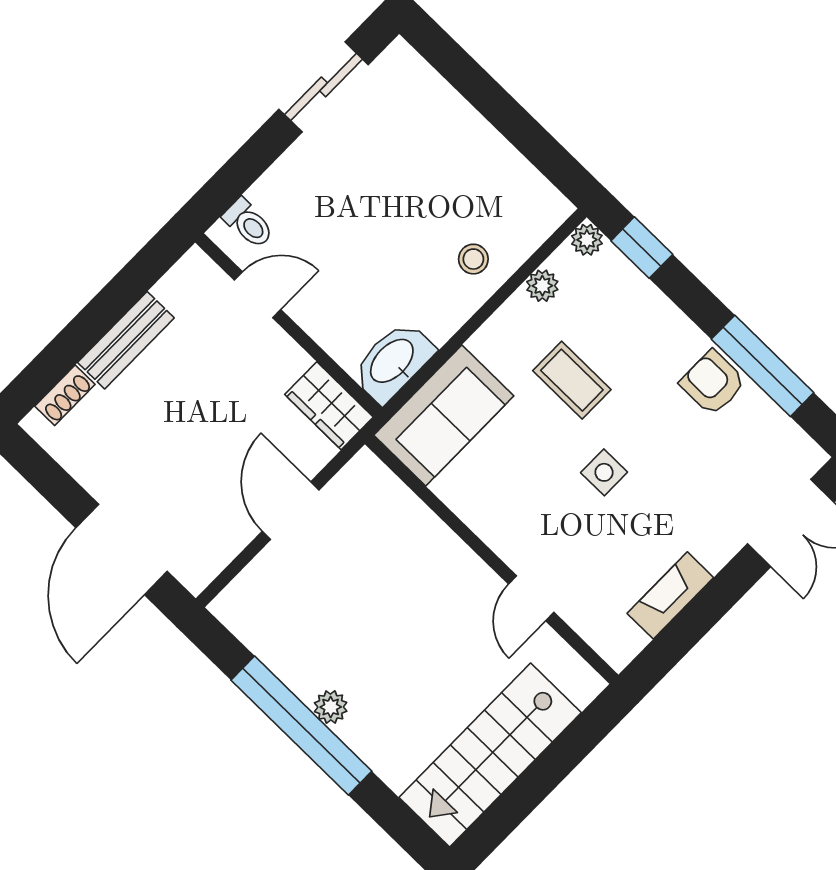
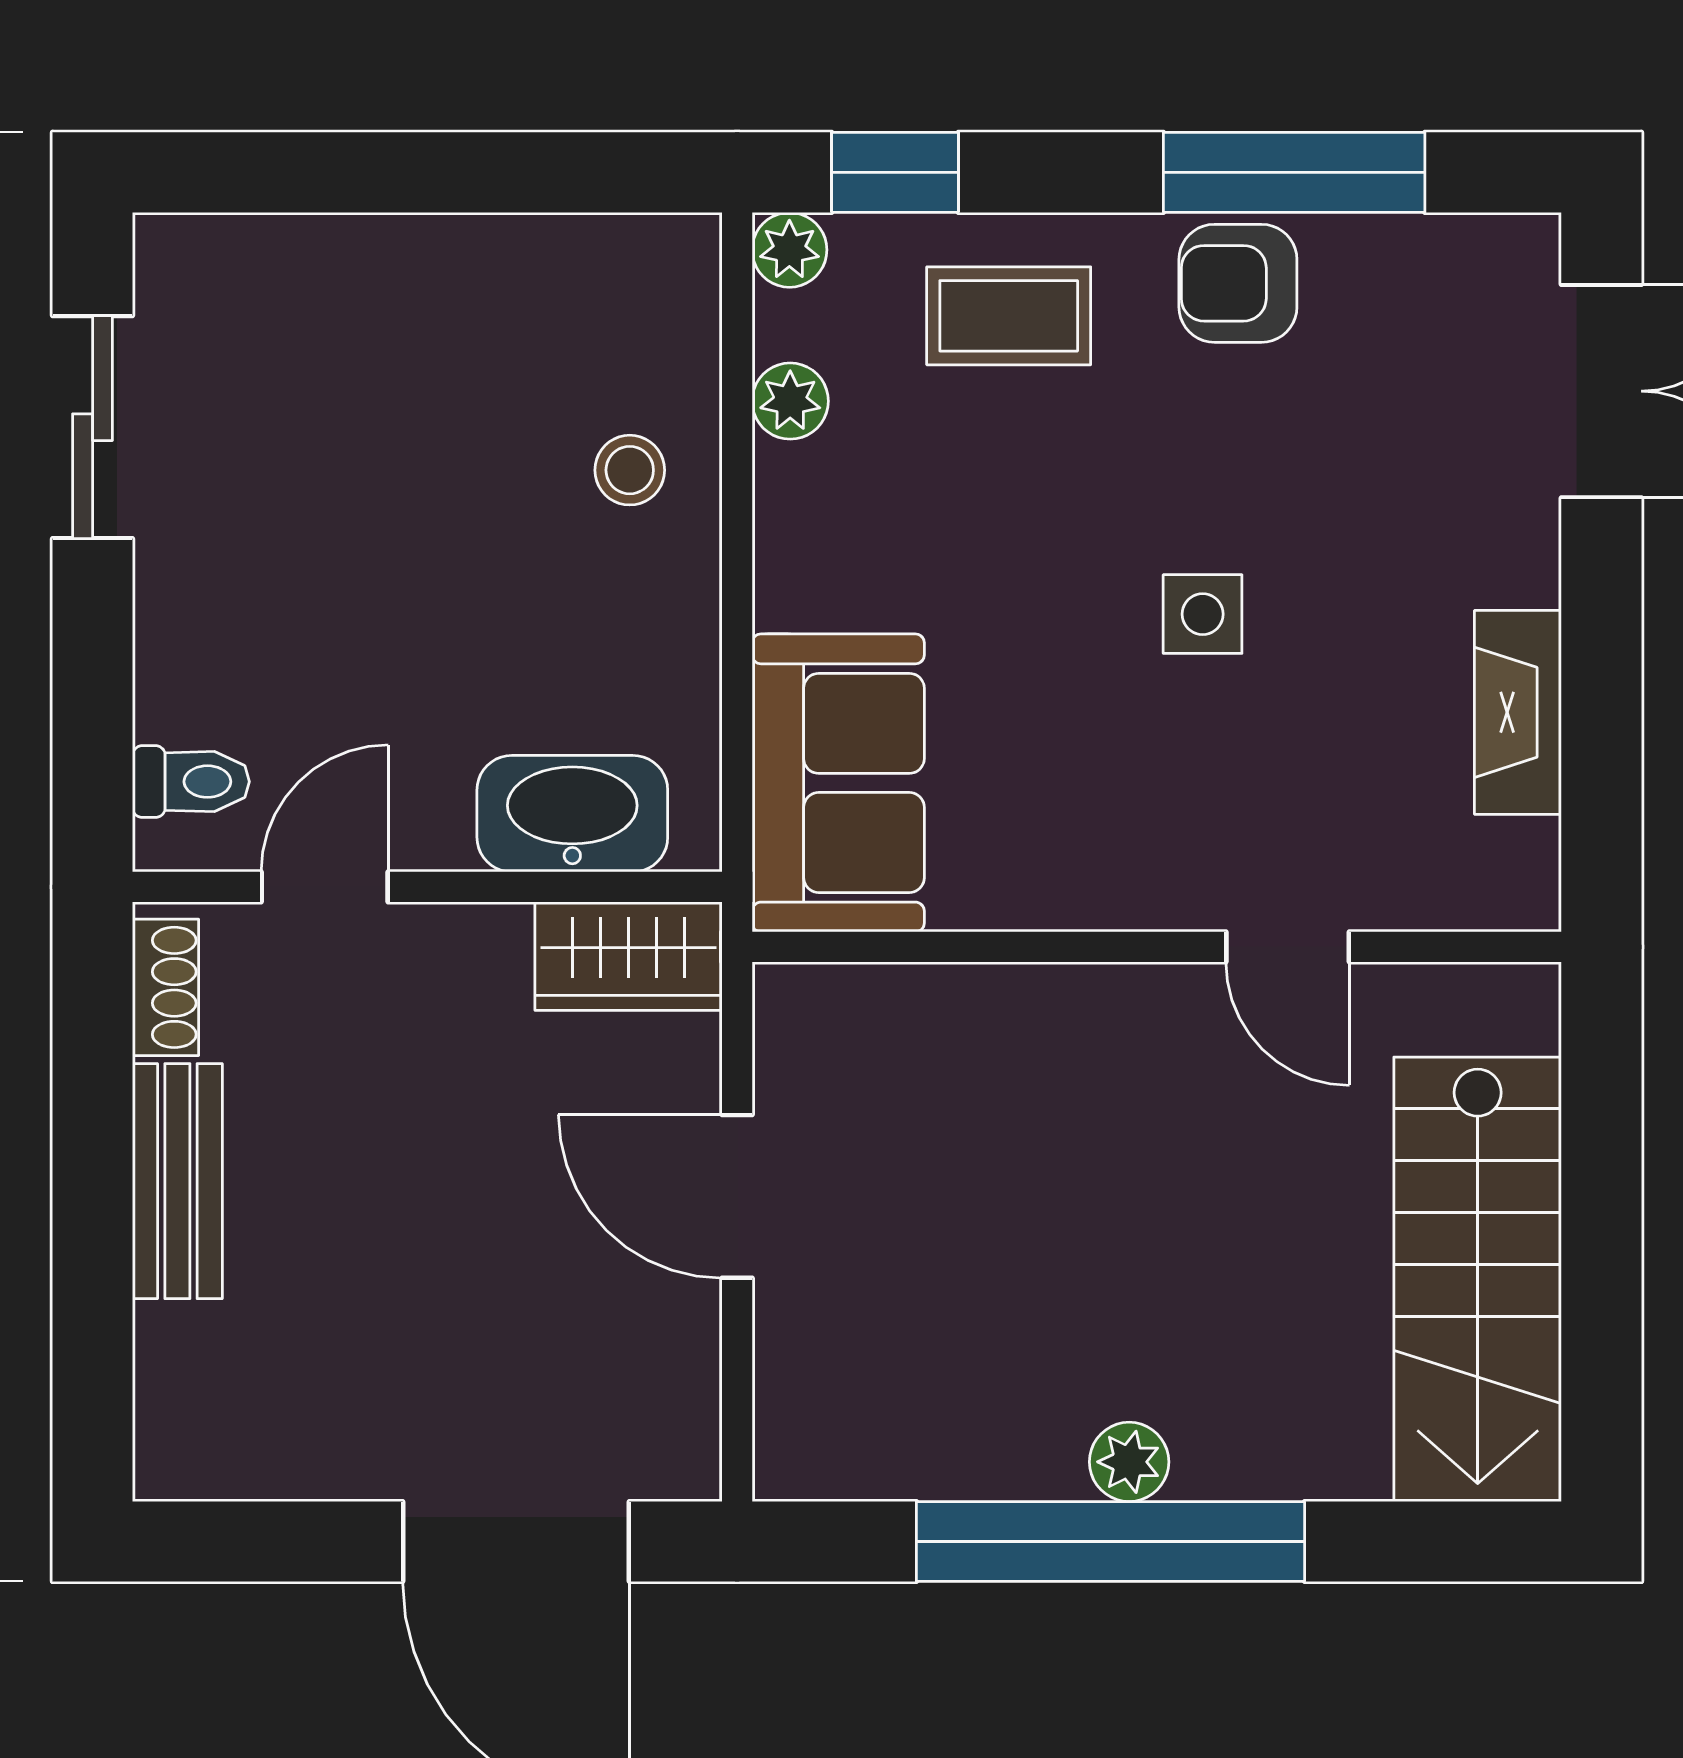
washbasin: (393, 362) -> (572, 814), moved, turned 90
coffee table: (572, 380) -> (1009, 316), moved
shoe rack: (65, 395) -> (166, 987), moved

